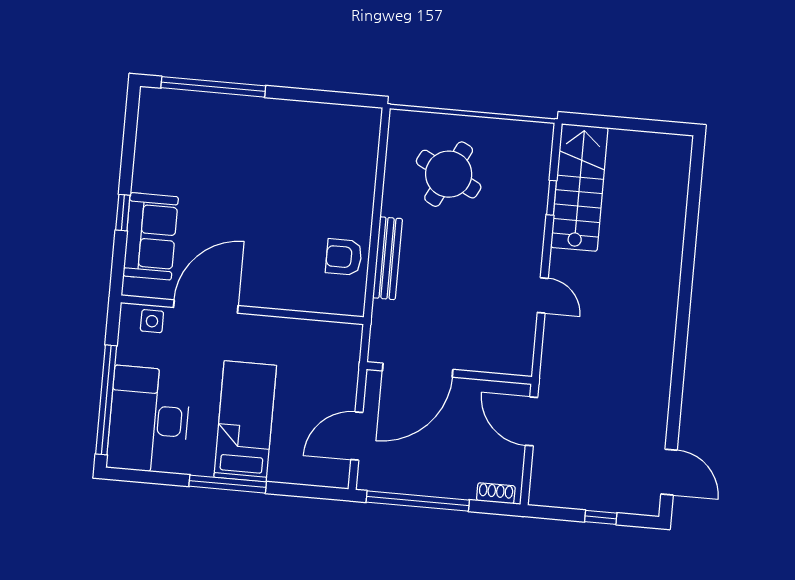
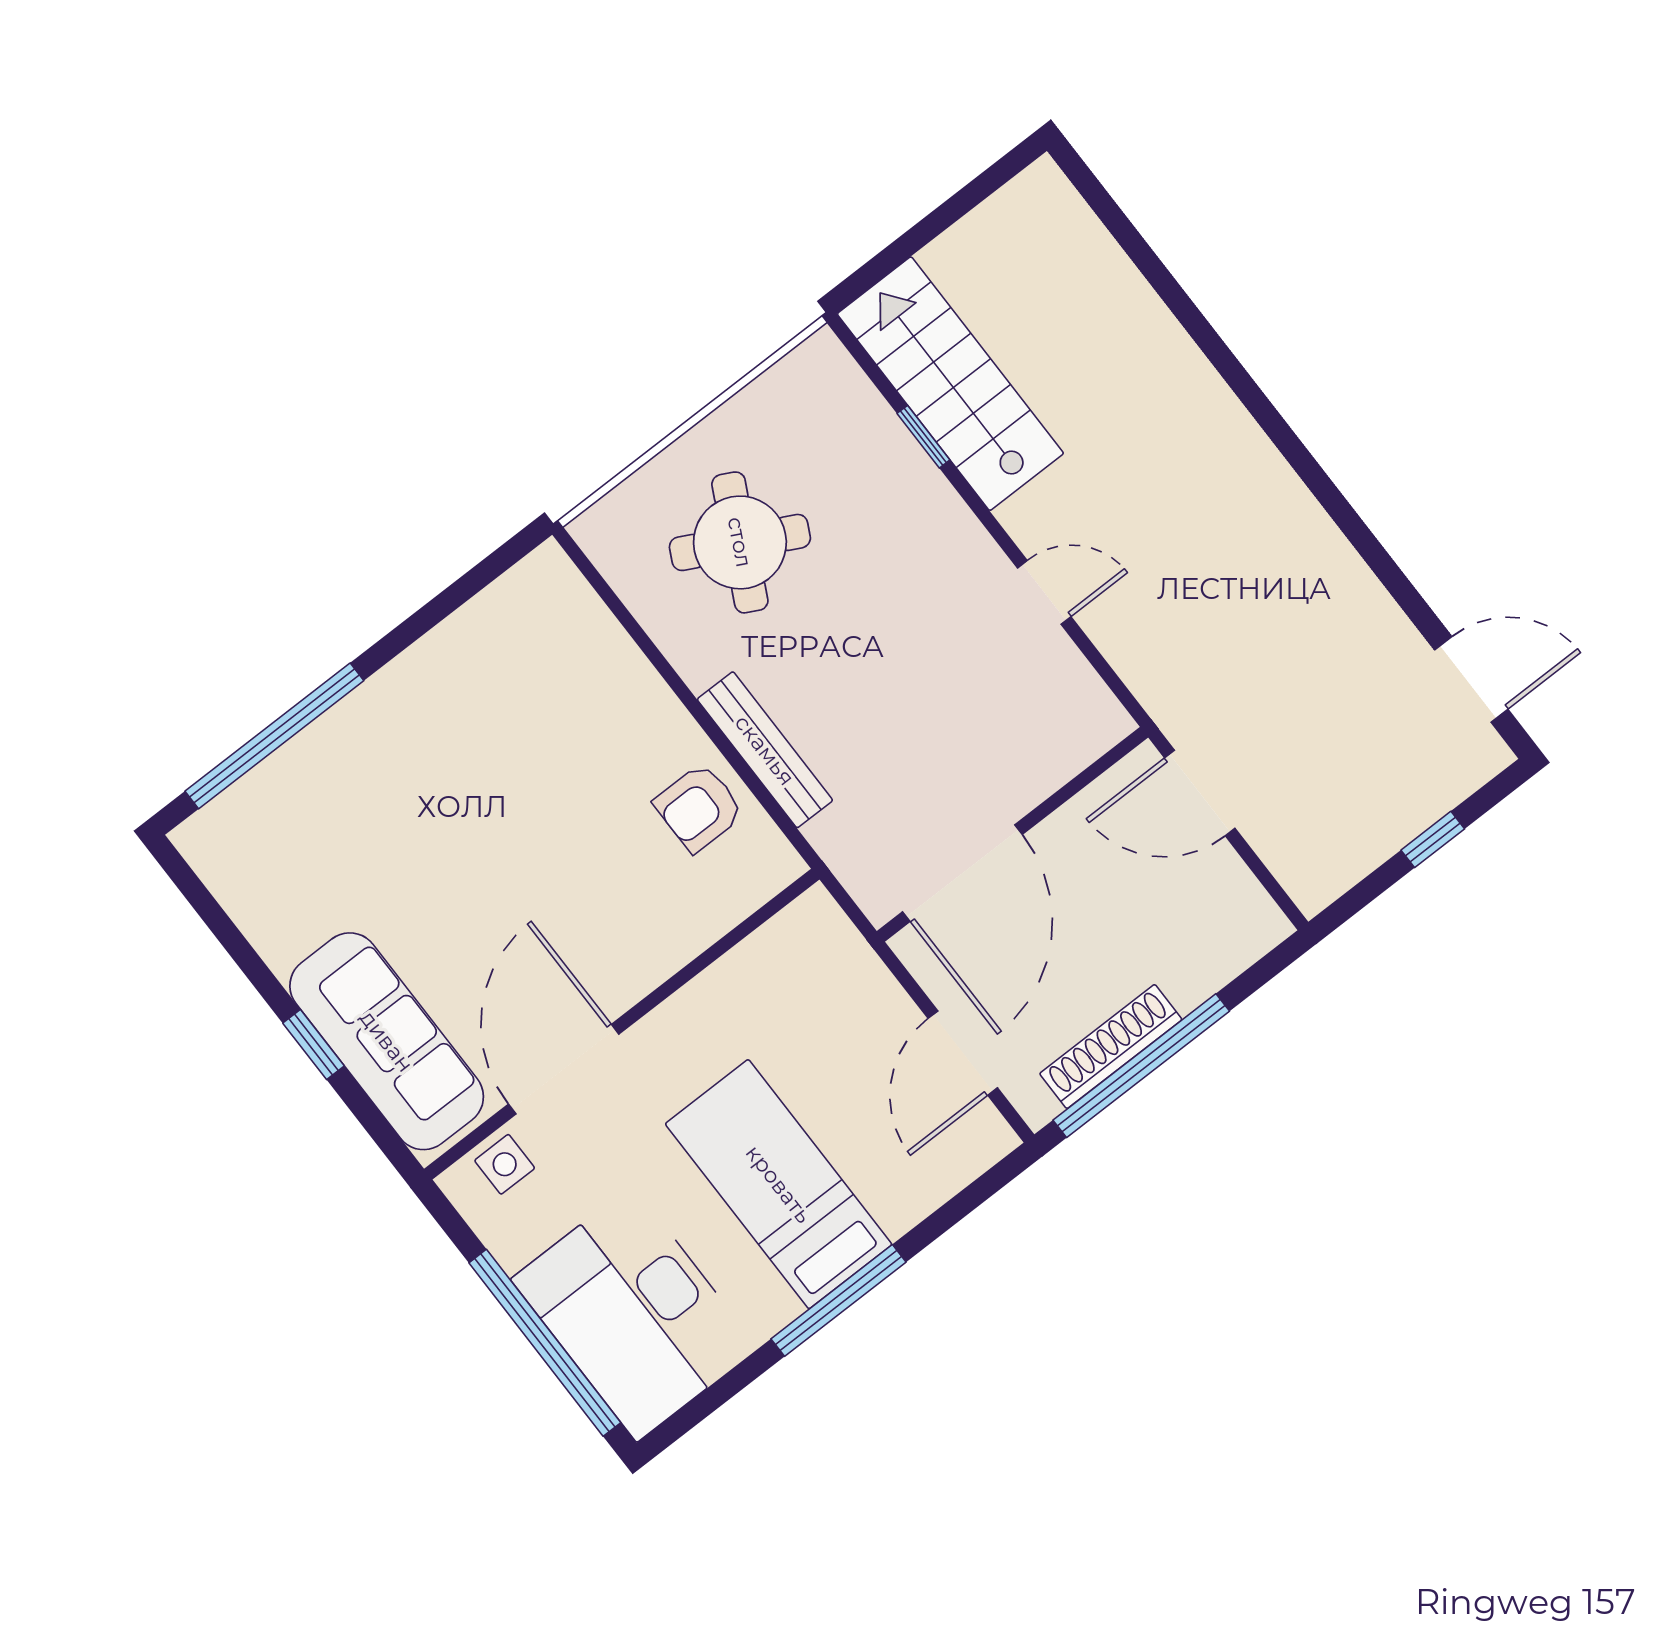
sofa: (151, 236) -> (387, 1041), width x1.36
shoe rack: (496, 493) -> (1111, 1047), moved, width x1.94, depth x1.24

